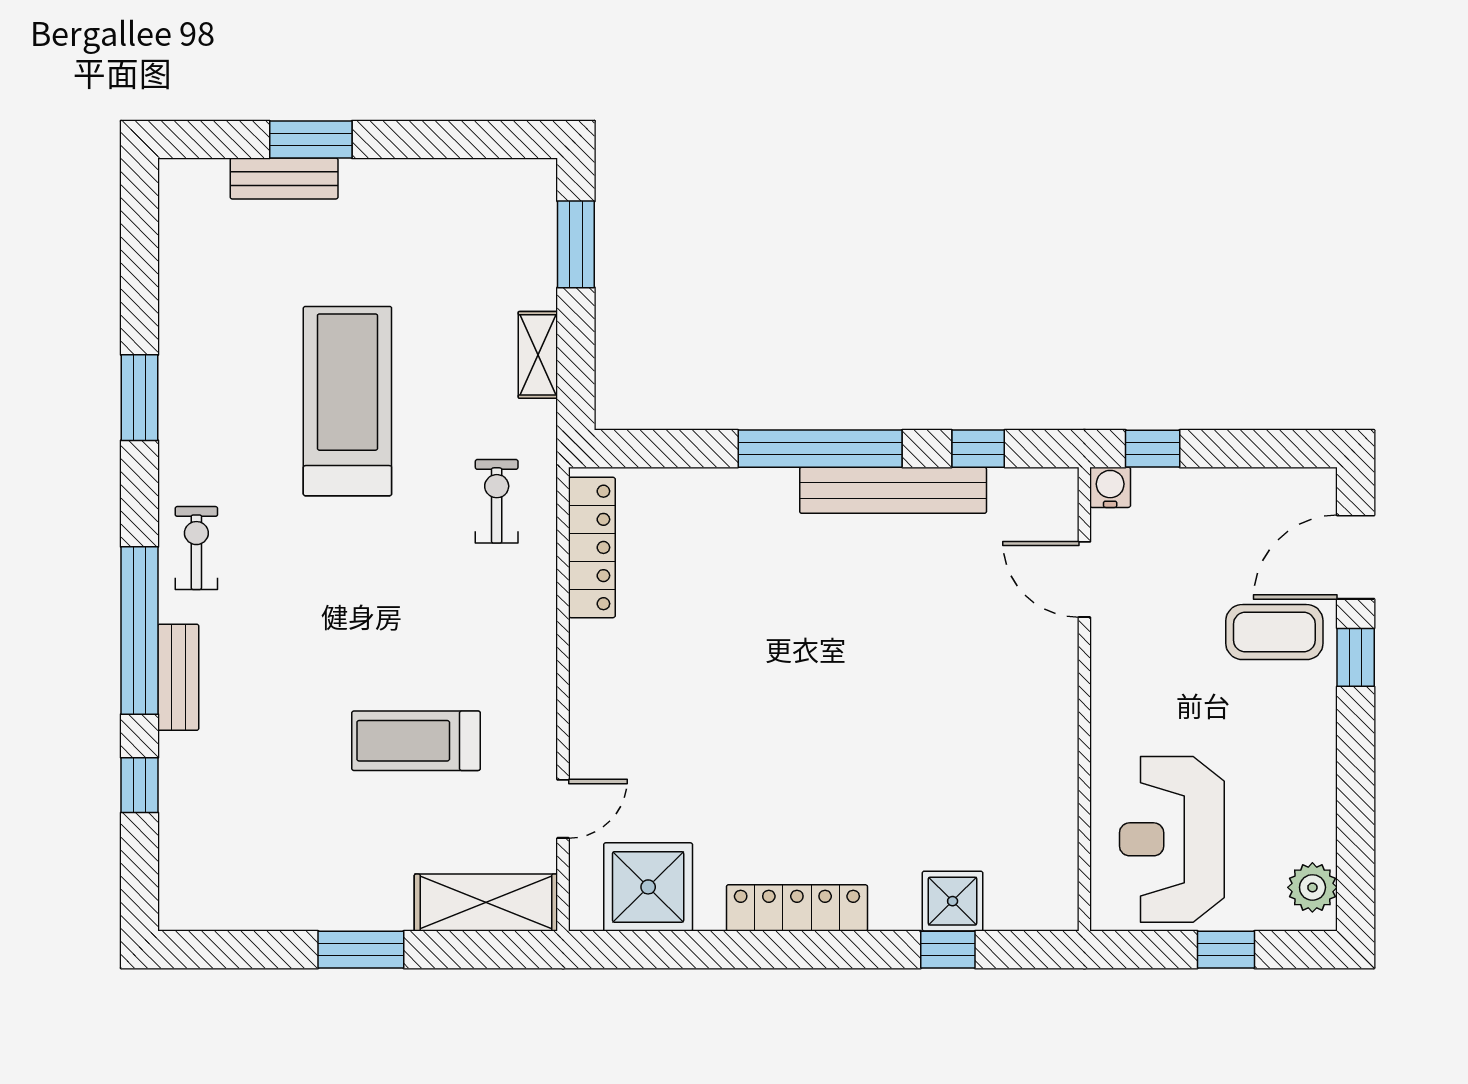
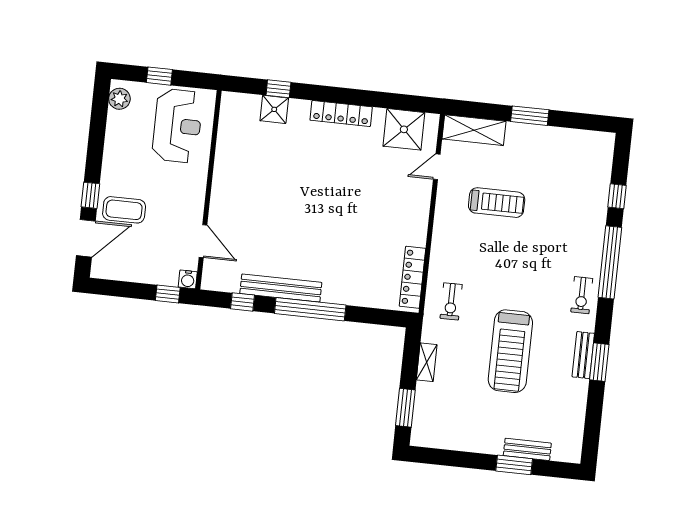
bench: (178, 677) -> (583, 355), moved

